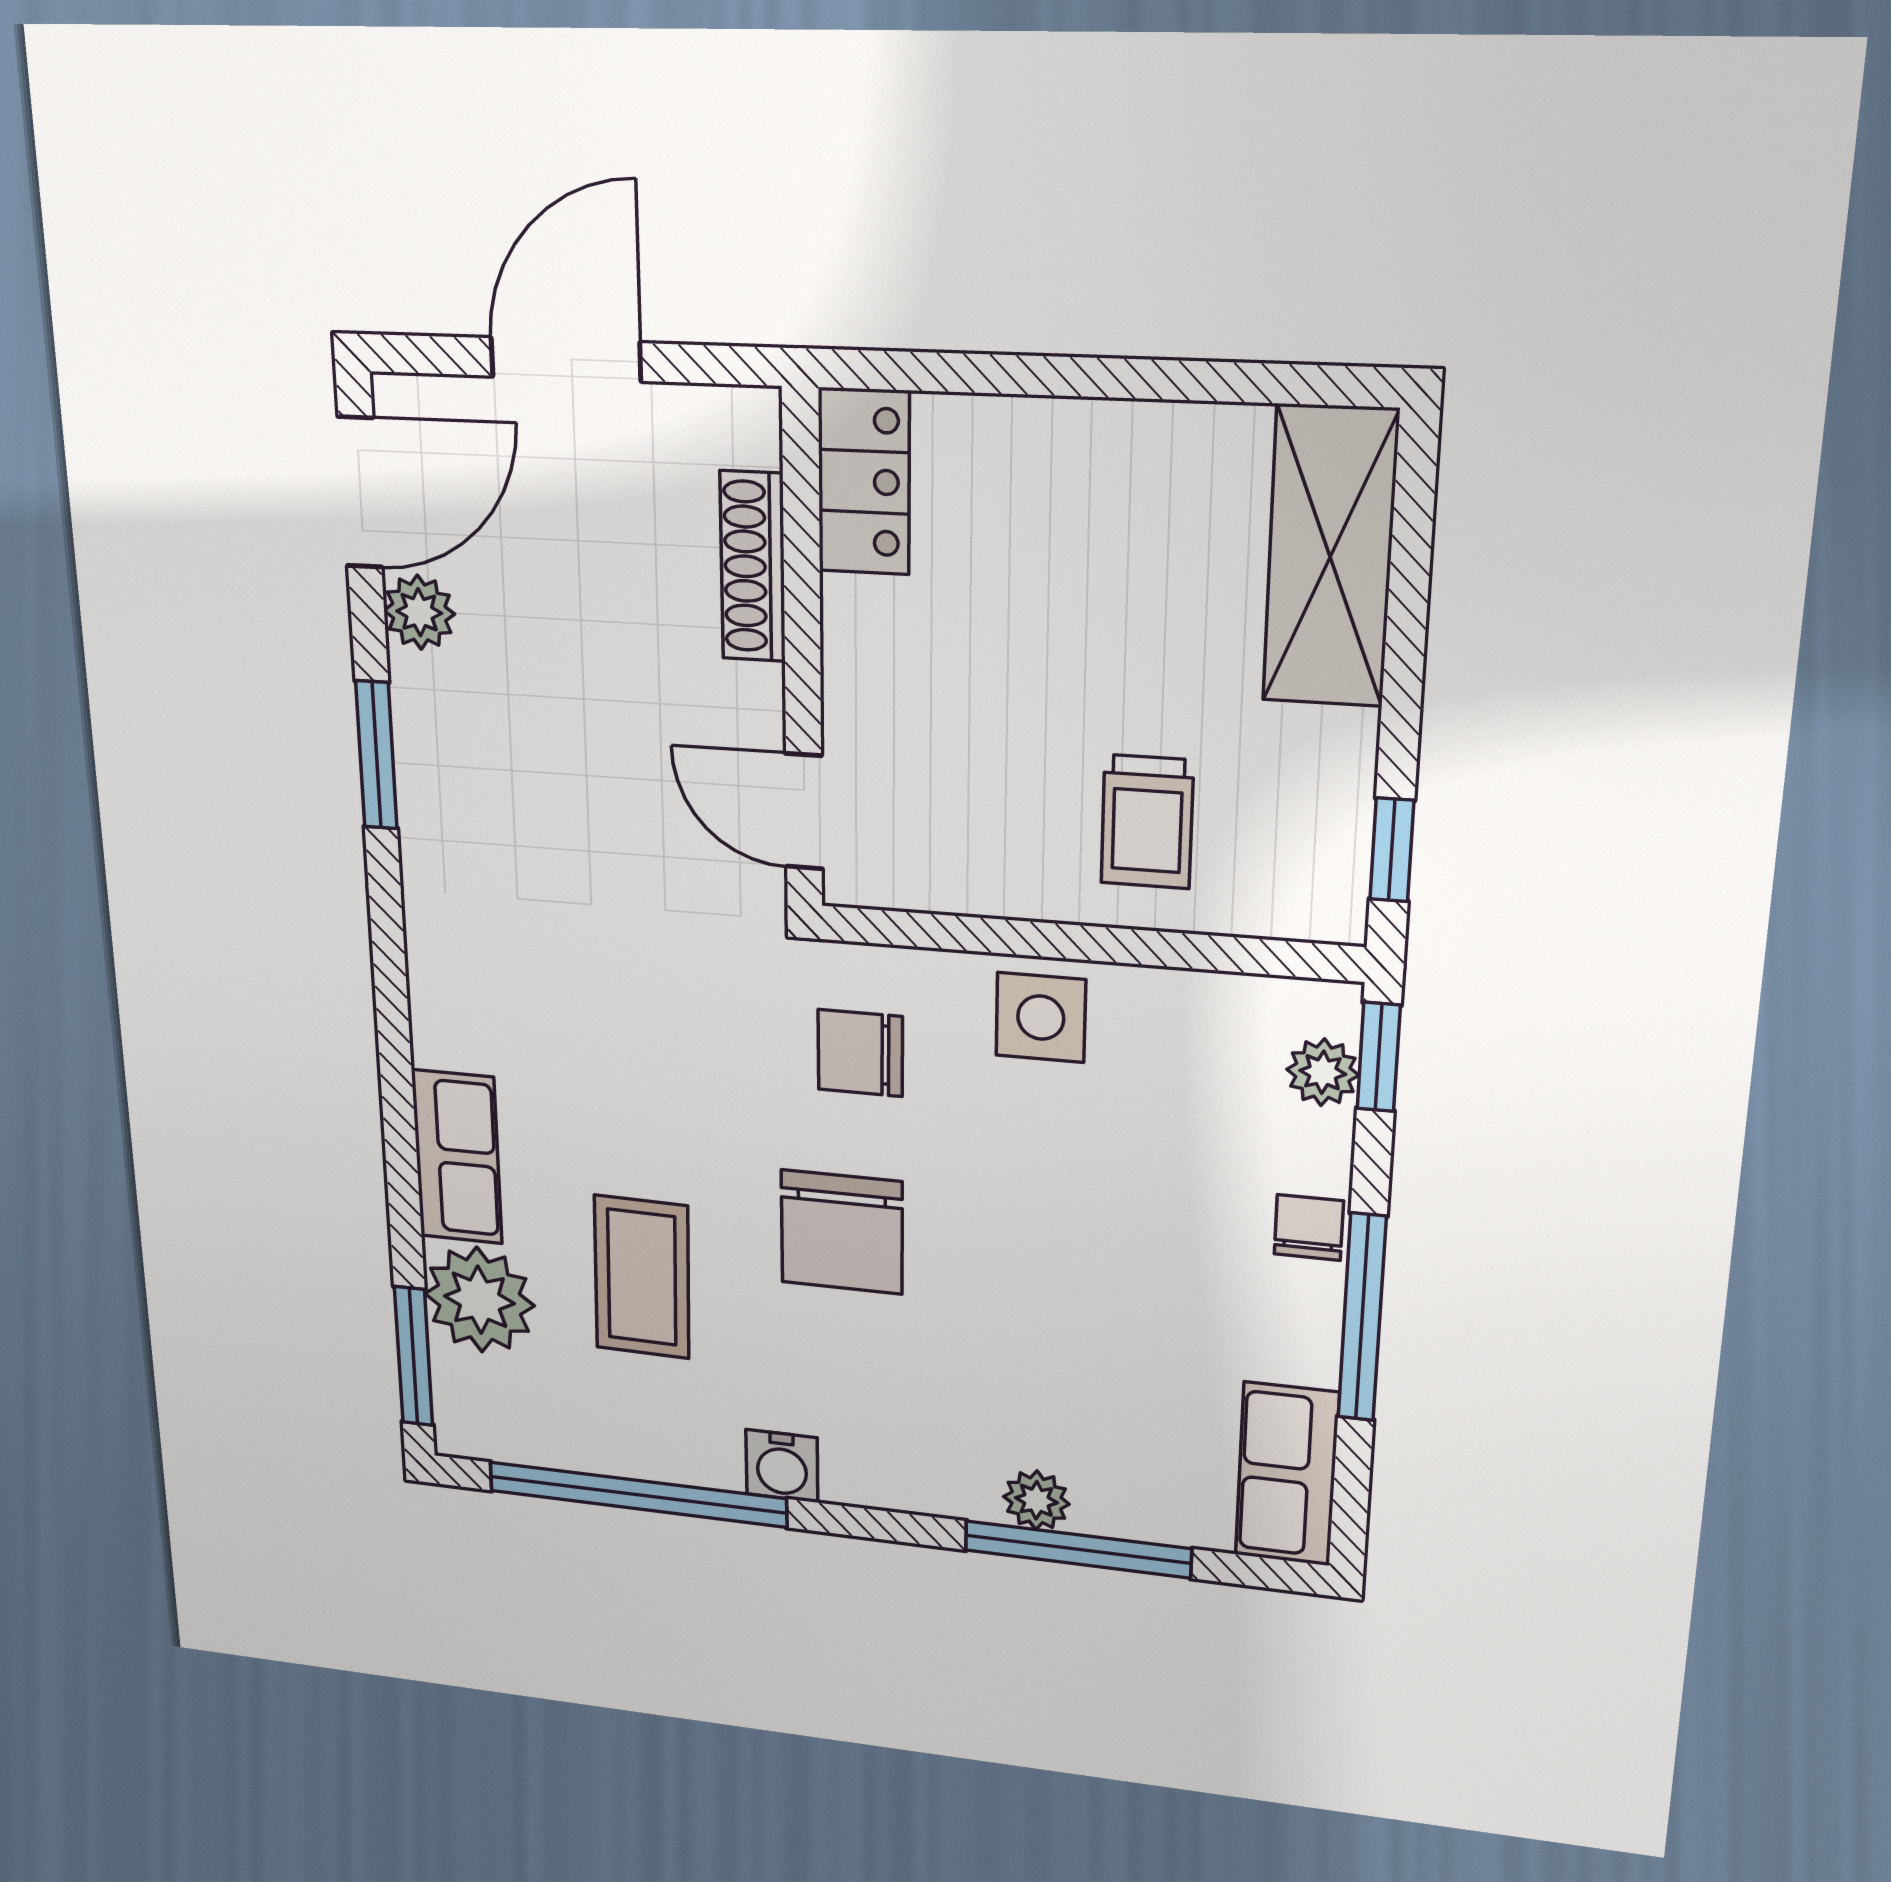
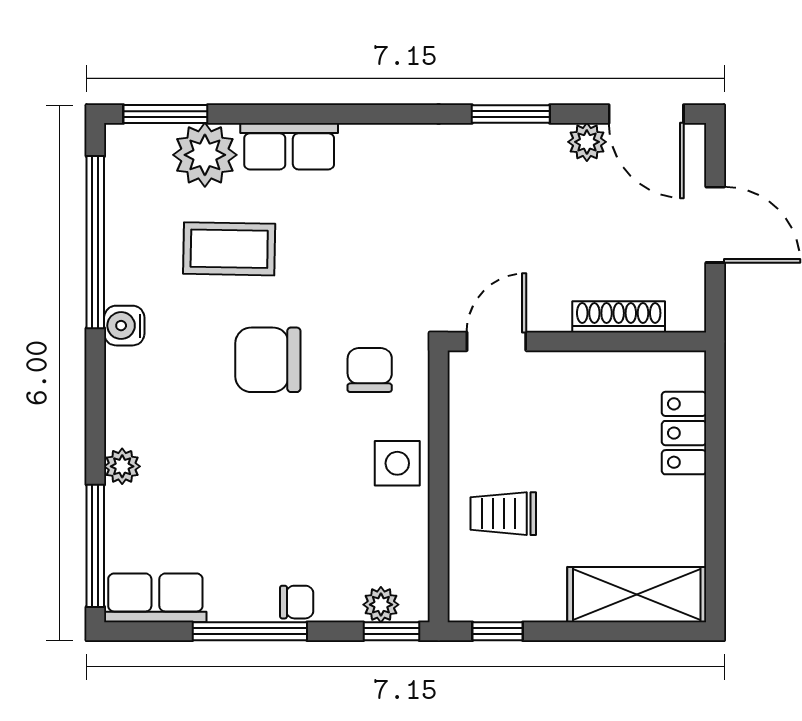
locker: (864, 482) -> (684, 433), moved, turned 90
window: (1078, 1549) -> (95, 546), moved

